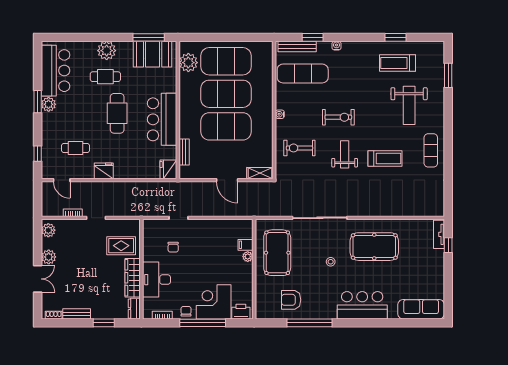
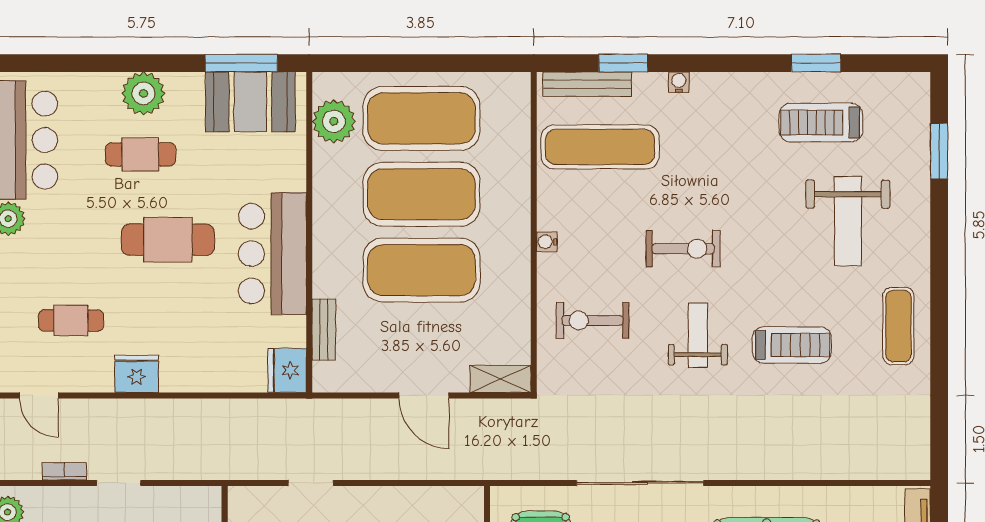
cafe table: (117, 113) -> (168, 240), turned 90

